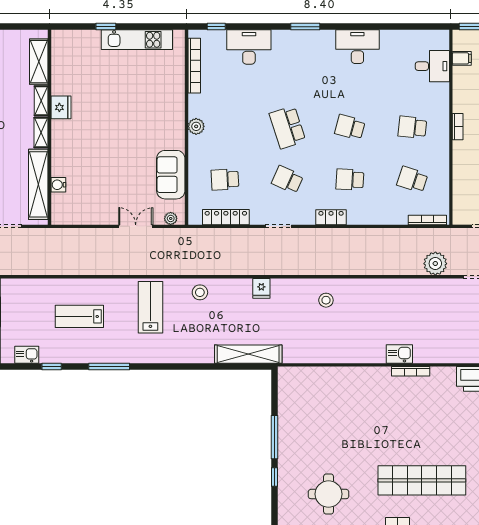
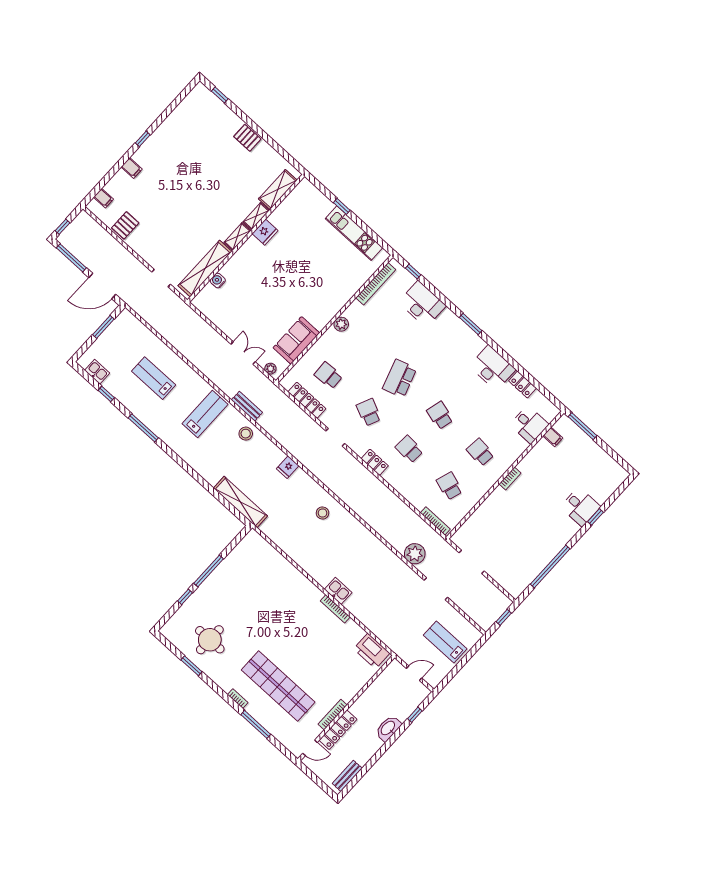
locker: (396, 38) -> (523, 385), added
bench: (180, 268) -> (247, 406), added

